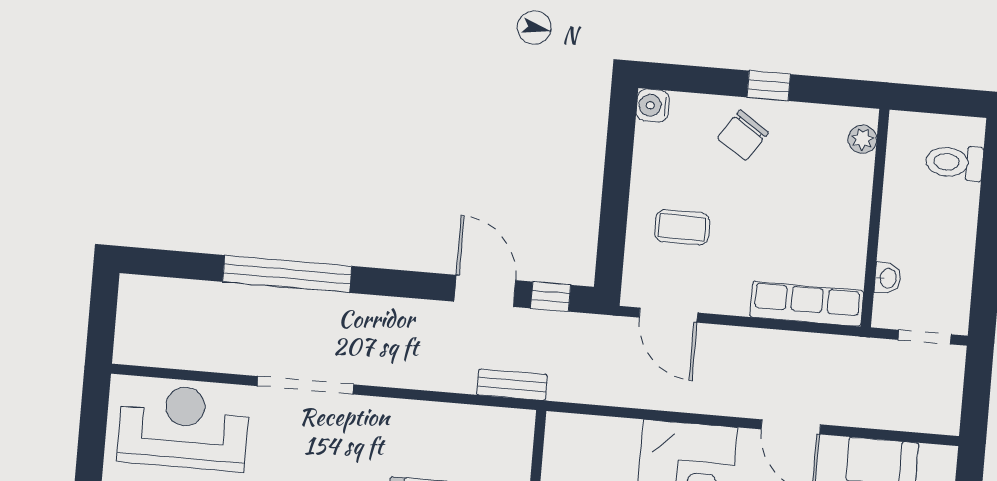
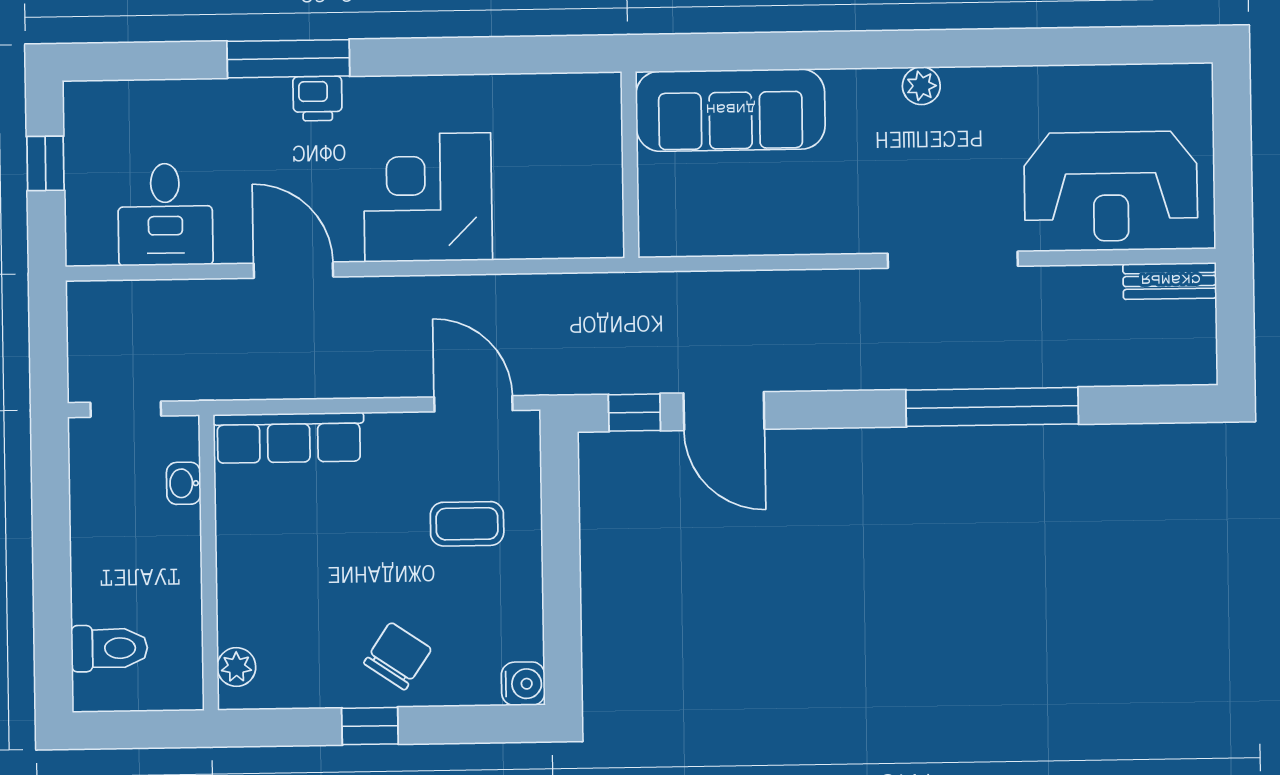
bench: (512, 385) -> (1170, 281), moved

